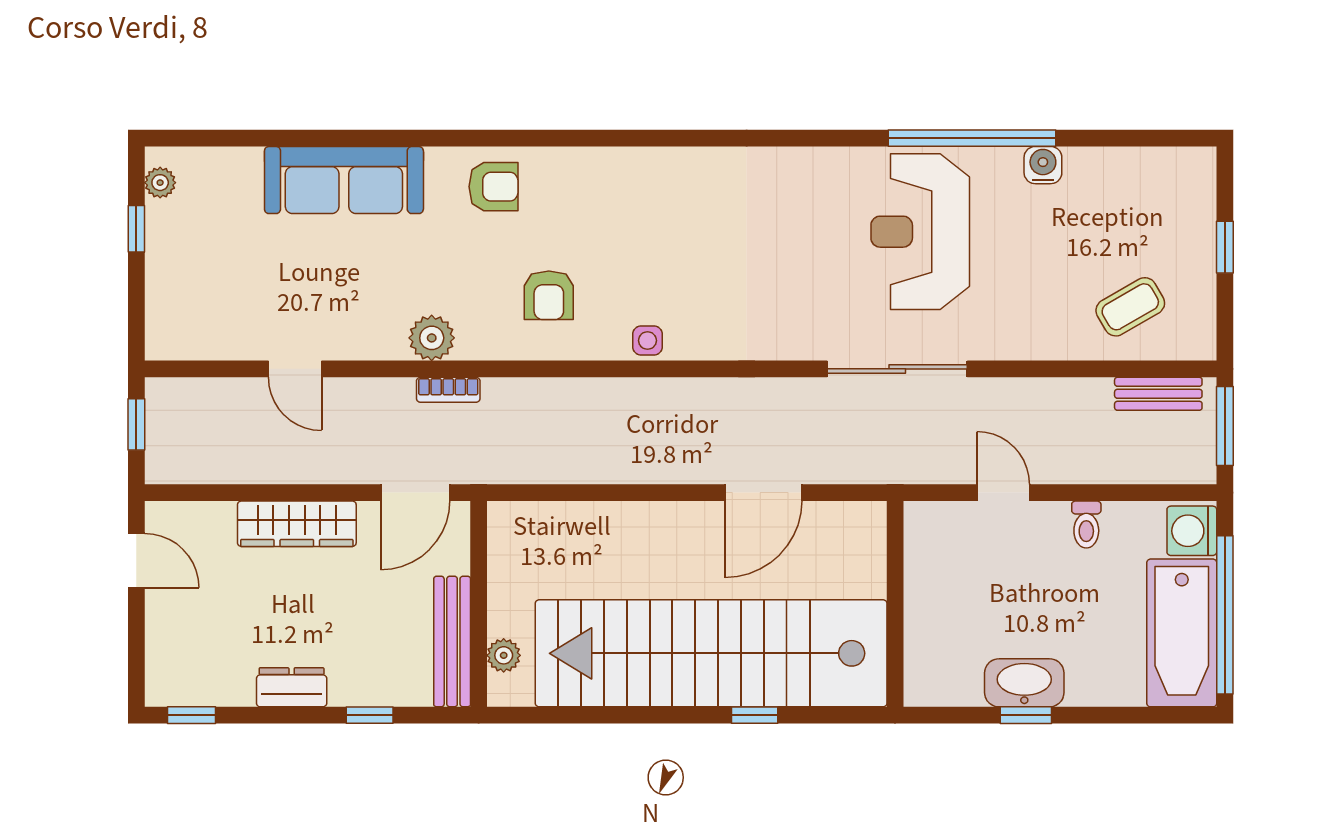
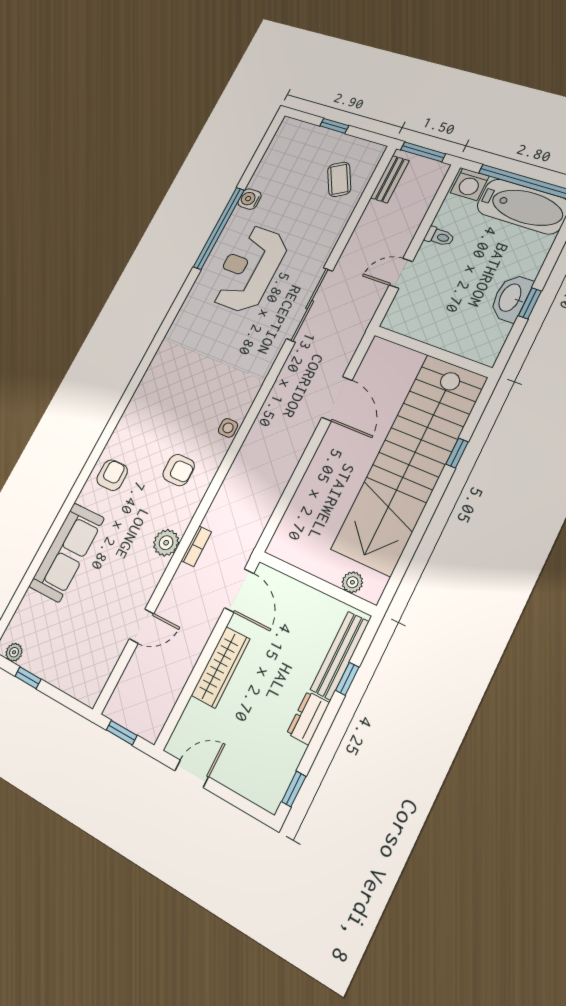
reception desk: (920, 232) -> (249, 269), turned 90
bench: (452, 642) -> (340, 656), moved, turned 90

